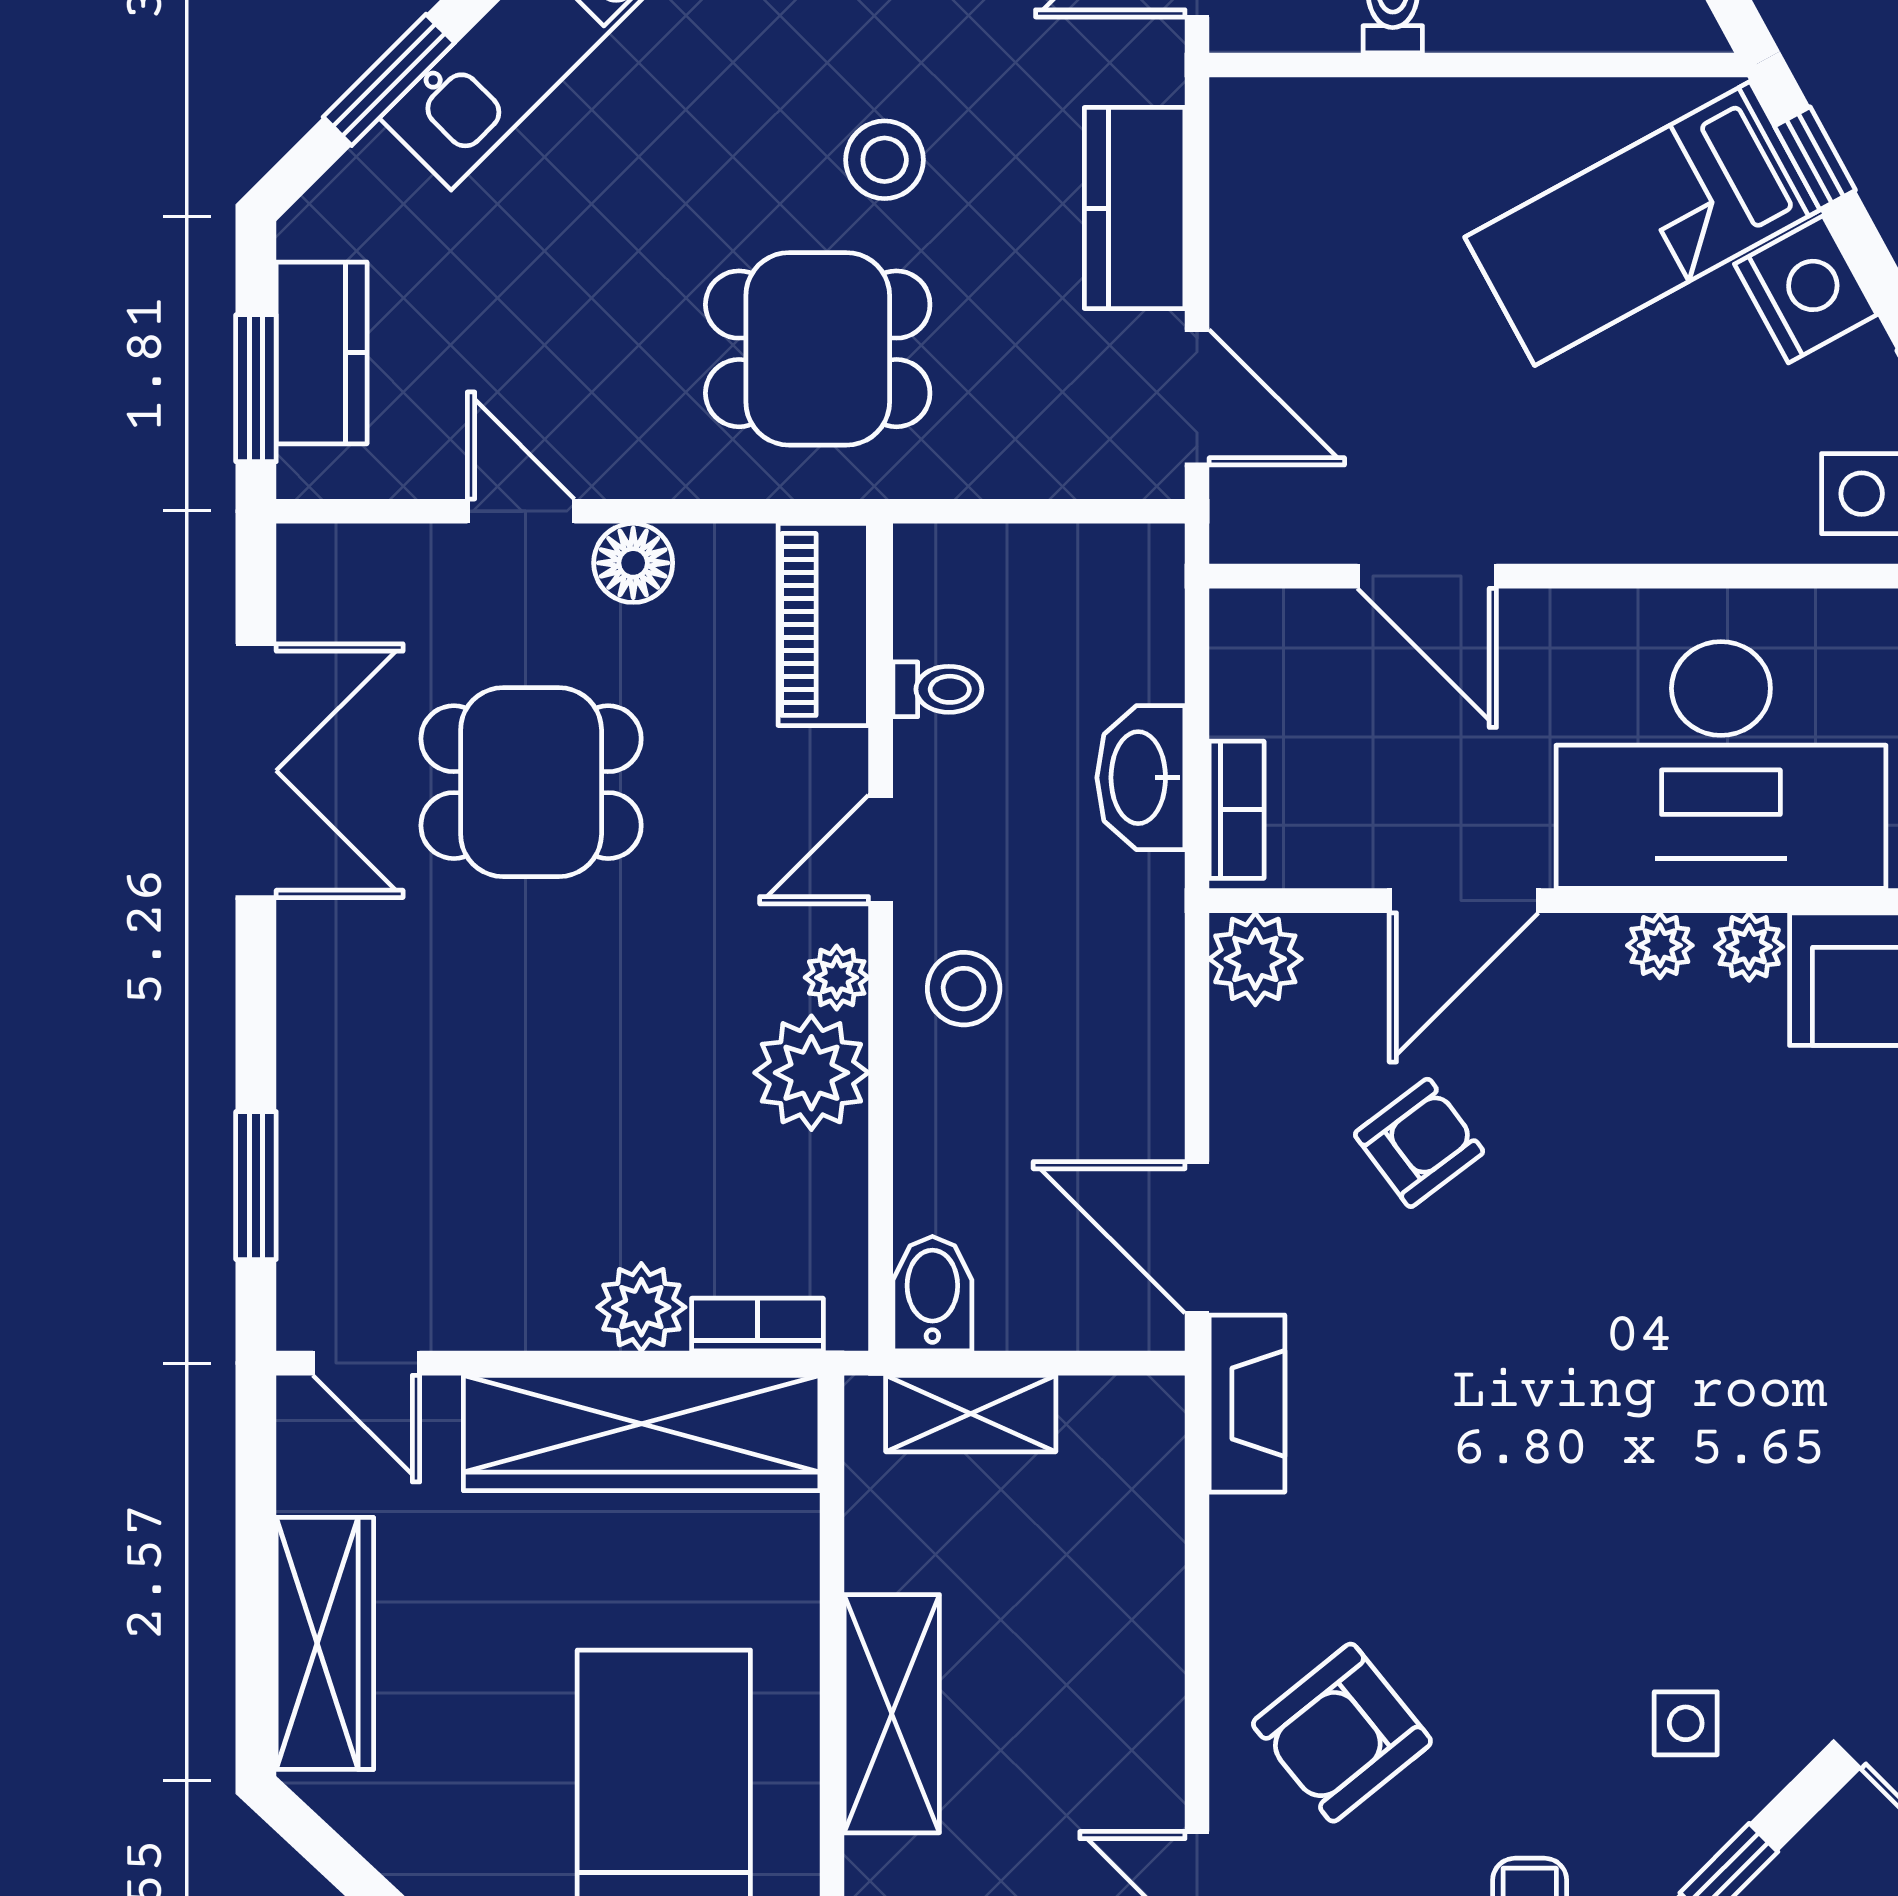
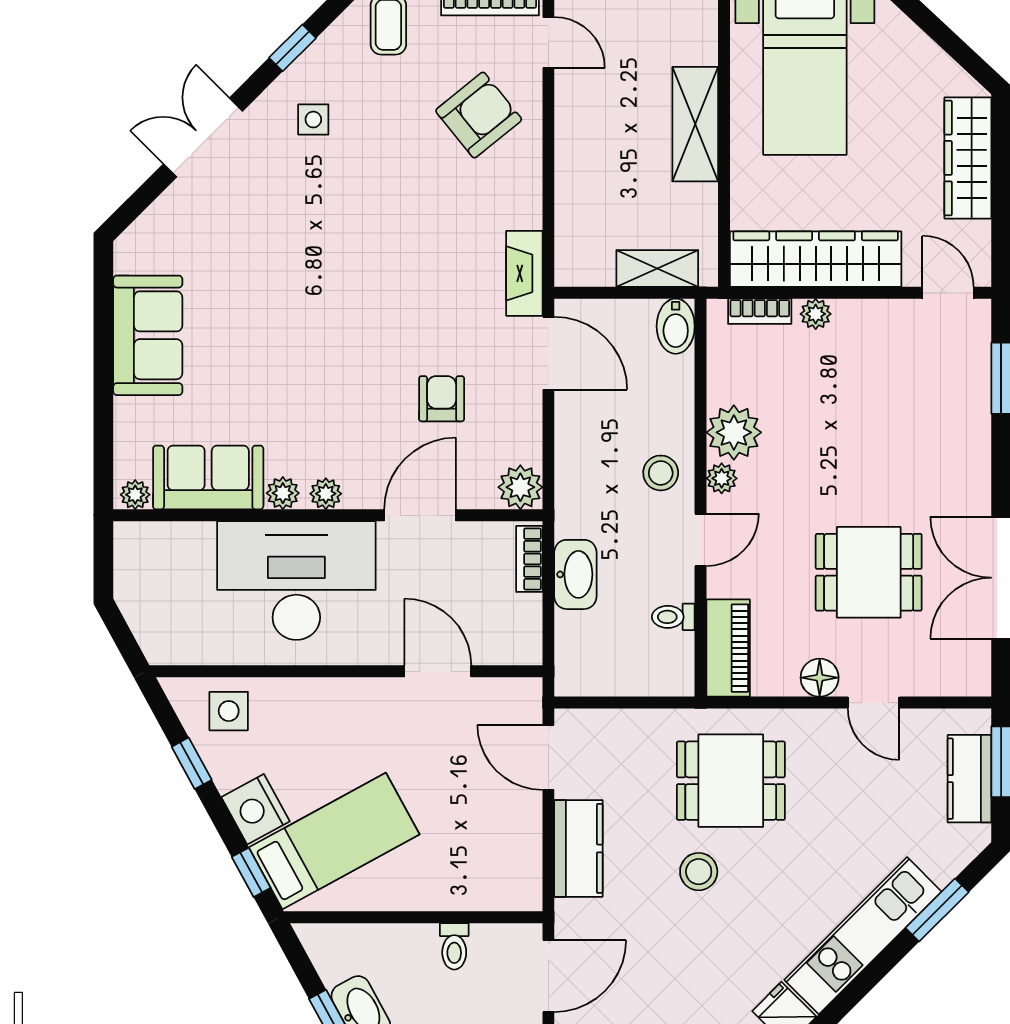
armchair: (1419, 1143) -> (442, 399), turned 127
plant: (641, 1307) -> (816, 314), width x0.73, depth x0.73

